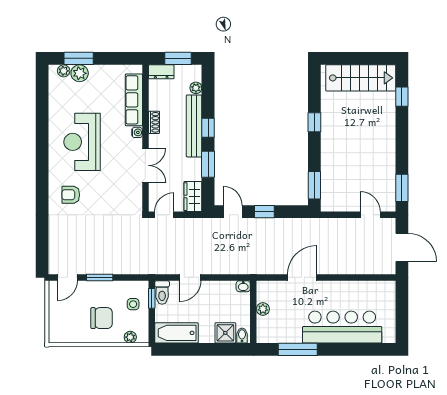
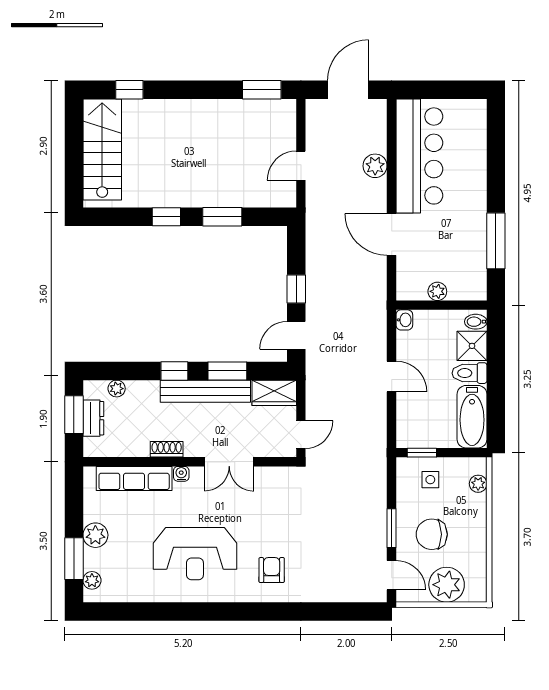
dresser: (161, 72) -> (93, 418), moved
plant: (80, 73) -> (95, 535), moved
bench: (194, 126) -> (205, 391), moved
double door: (145, 165) -> (229, 462), swing flipped
window: (314, 185) -> (222, 217), moved
armchair: (71, 195) -> (272, 570), turned 180
door: (164, 215) -> (301, 435), swing flipped
door: (370, 215) -> (301, 166), moved
plant: (349, 266) -> (375, 166), added
door: (190, 277) -> (392, 376), moved
toilet: (162, 292) -> (470, 373), moved, turned 180
plant: (61, 315) -> (447, 585), added
chair: (102, 318) -> (432, 534), moved, turned -90
bar counter: (342, 327) -> (419, 156), moved, turned 180

